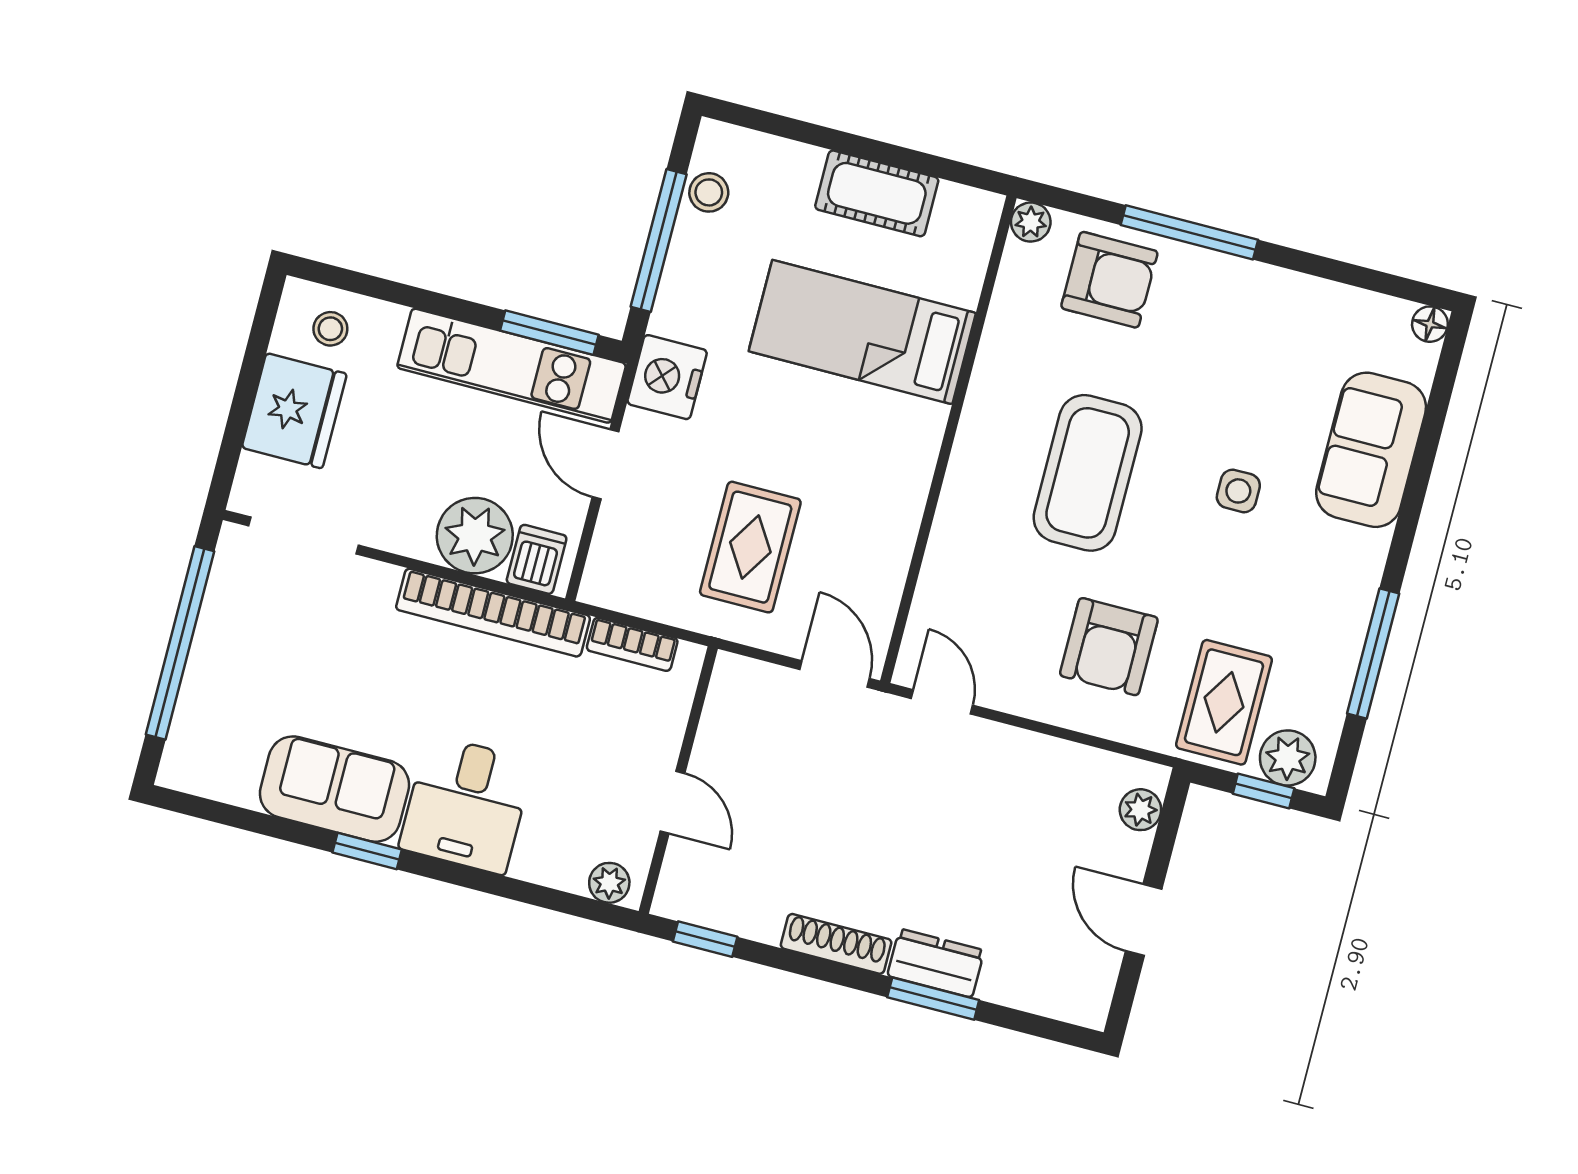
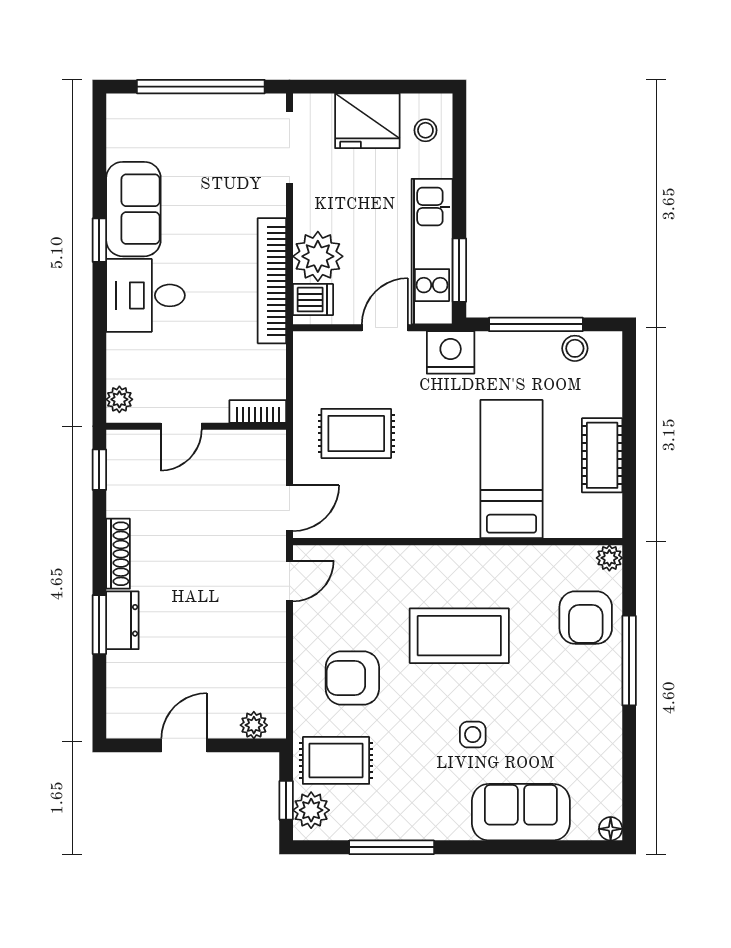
bookcase: (632, 644) -> (258, 411), moved, turned 90

